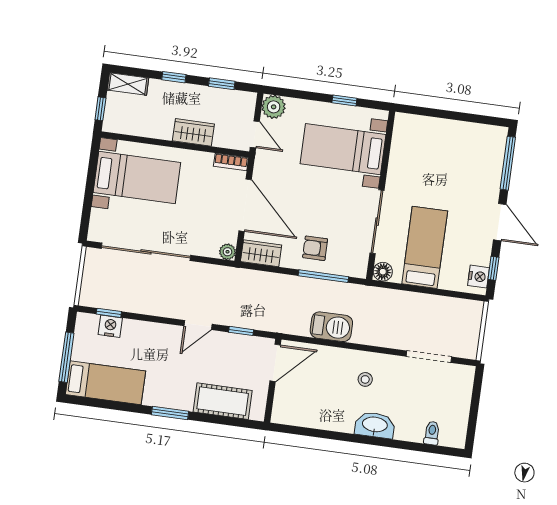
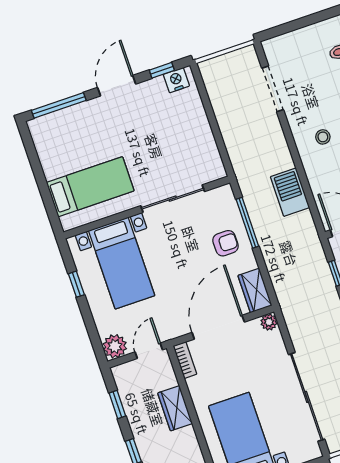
bed: (425, 247) -> (90, 187), moved, turned 180
armchair: (315, 248) -> (225, 243), turned -90
floor lamp: (383, 272) -> (216, 170), removed

